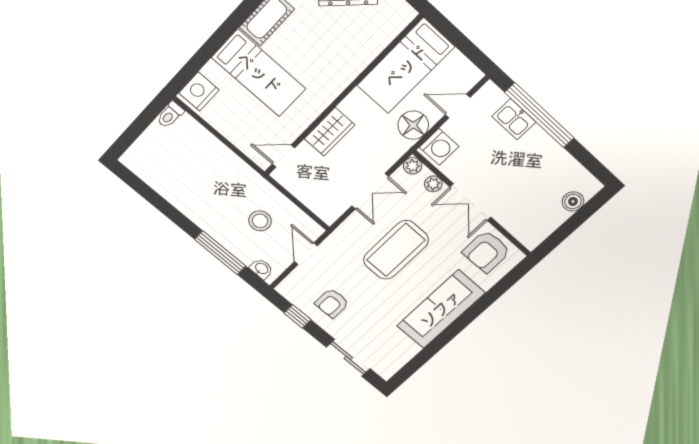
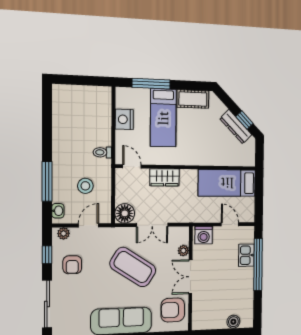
window: (206, 52) -> (151, 84), added
nightstand: (199, 92) -> (124, 119), moved, turned -90
toilet: (170, 115) -> (102, 152), moved
floor lamp: (413, 125) -> (125, 213), moved
plant: (413, 166) -> (63, 233), moved
coffee table: (396, 250) -> (133, 267), turned 33
armchair: (332, 303) -> (72, 265), turned -90
sliding door: (348, 358) -> (47, 304), width x1.37

